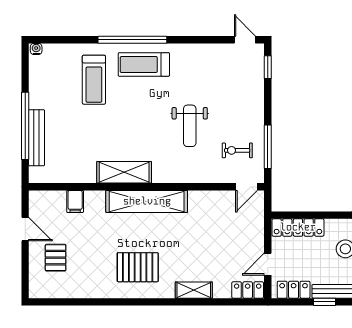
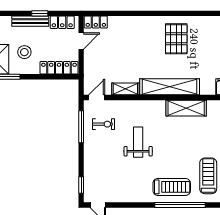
pallet: (138, 267) -> (176, 39), turned 90
shelving: (194, 290) -> (125, 89), moved

